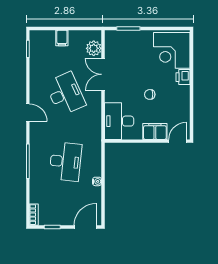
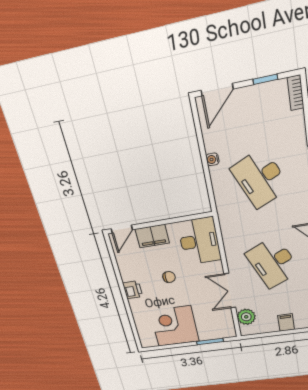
corner desk: (172, 50) -> (174, 326), moved, turned -90
double door: (103, 74) -> (230, 291), swing flipped
printer: (183, 77) -> (133, 290), moved
desk: (65, 162) -> (260, 178), turned -30

